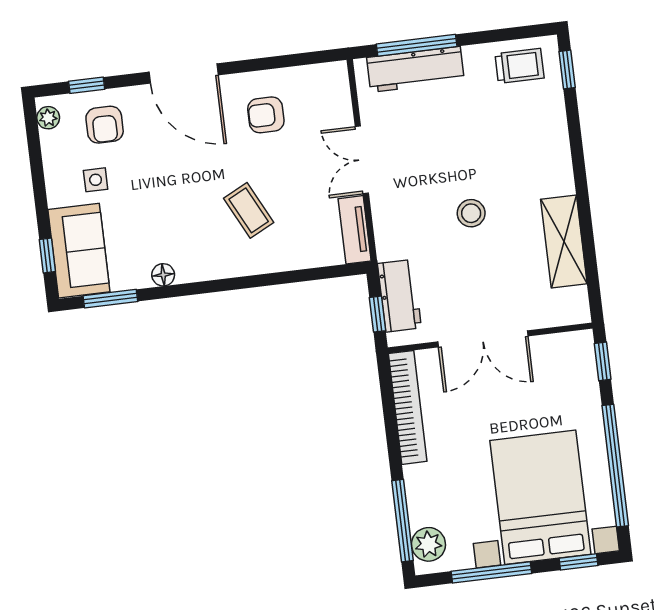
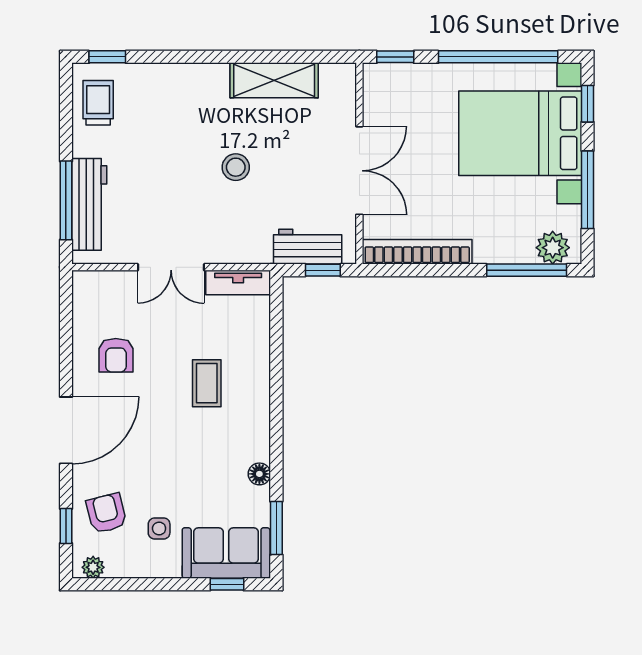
armchair: (105, 125) -> (106, 513), turned -104
coffee table: (249, 210) -> (207, 383), turned -63

